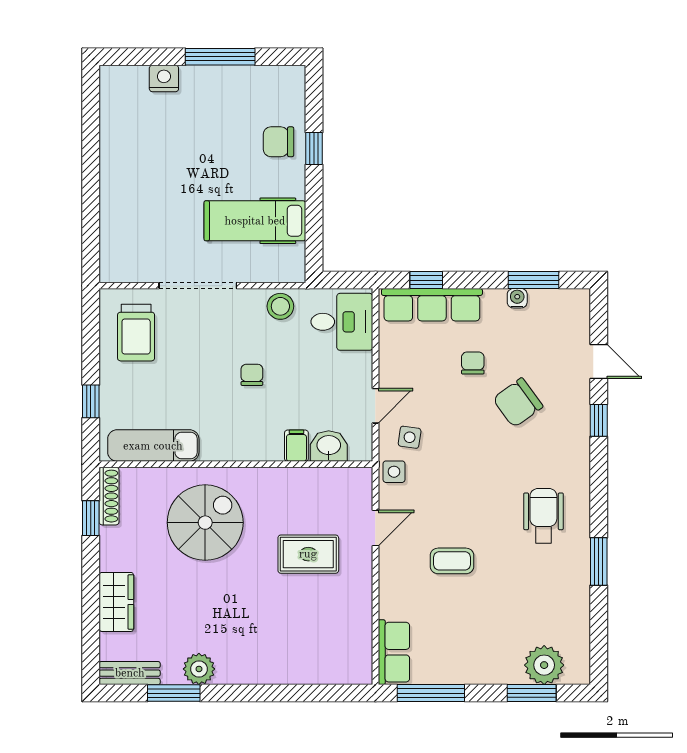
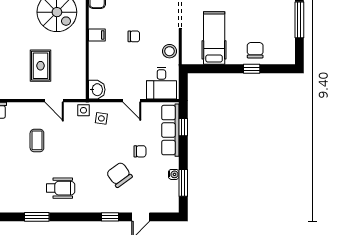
door: (375, 406) -> (132, 101), moved
filing cabinet: (296, 446) -> (97, 35), moved
washbasin: (329, 446) -> (97, 90), moved

